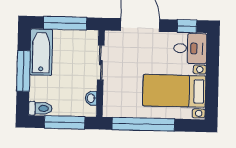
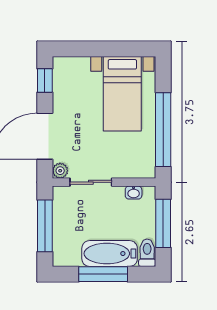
plant: (111, 37) -> (60, 171), added
desk: (190, 48) -> (71, 76), removed
bathtub: (41, 52) -> (110, 254), moved

